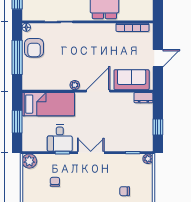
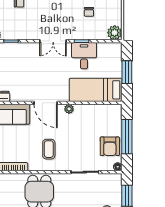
coffee table: (95, 45) -> (49, 149), added
armchair: (34, 48) -> (110, 146), turned 180
door: (98, 91) -> (46, 103), hinge flipped

